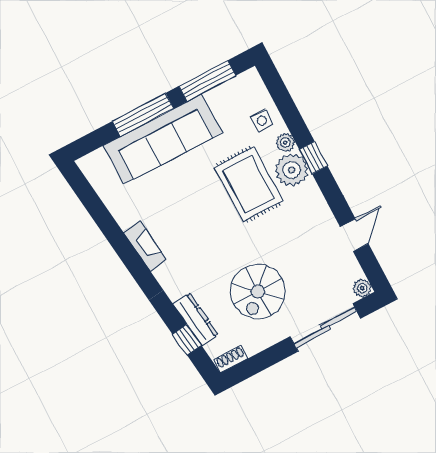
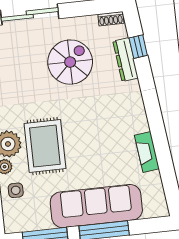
fireplace: (145, 246) -> (147, 152), moved

